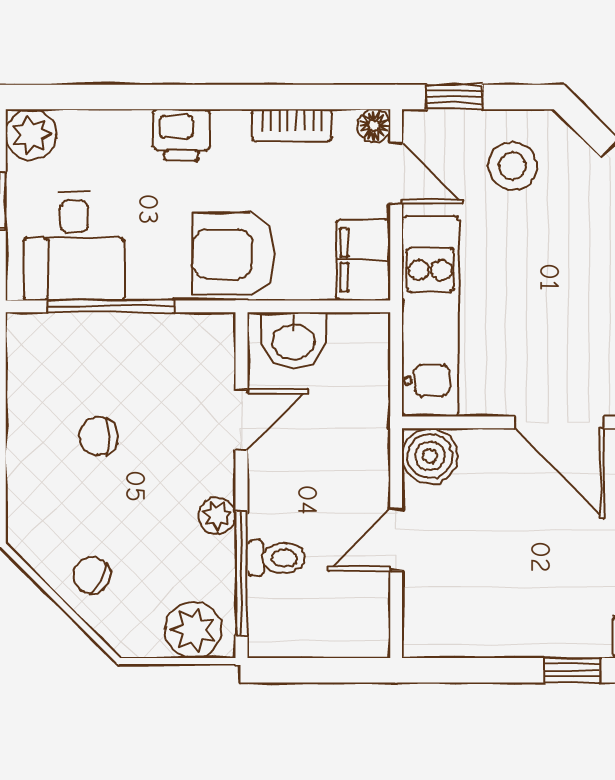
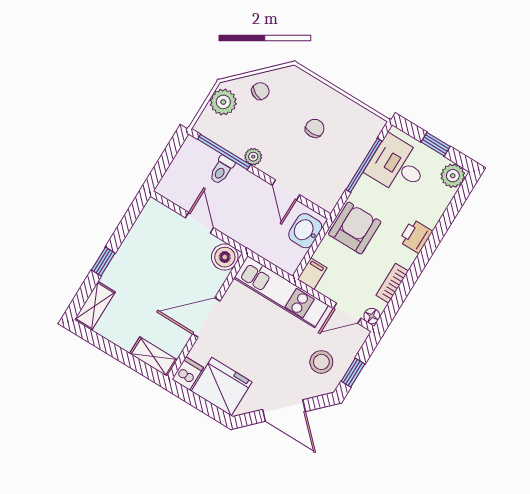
window: (455, 97) -> (353, 373), moved
filing cabinet: (363, 260) -> (312, 274), width x0.50
plant: (193, 630) -> (223, 102), moved

